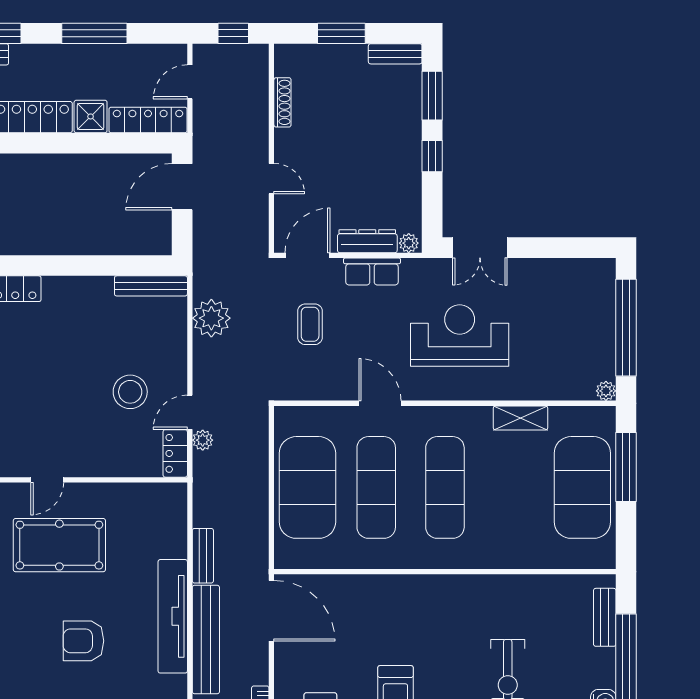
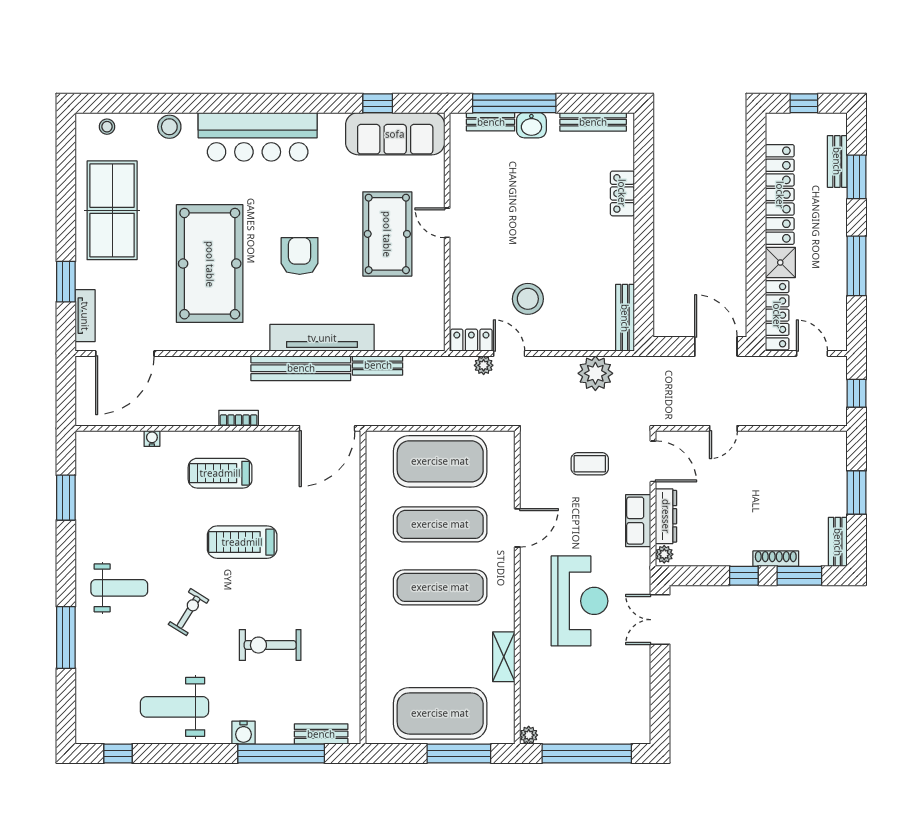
shoe rack: (282, 102) -> (776, 559), moved, turned 180

